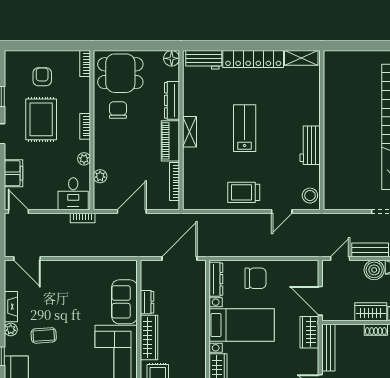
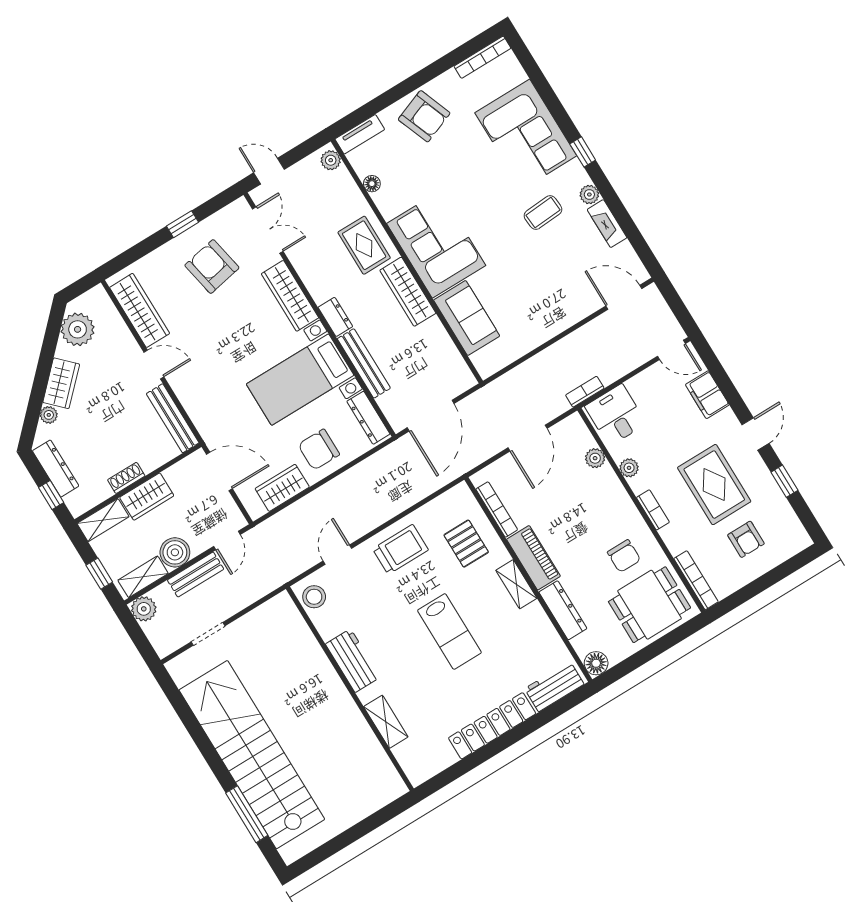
shelving: (301, 58) -> (386, 722), moved, turned 90
bookcase: (85, 64) -> (696, 580), width x1.56
pallet: (204, 173) -> (466, 544), added
dresser: (147, 302) -> (335, 317), moved, turned 180
bench: (199, 312) -> (364, 363), added
wardrobe: (309, 332) -> (282, 488), moved, turned -90

